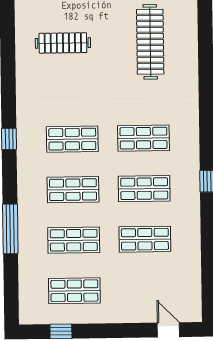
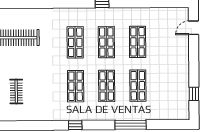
clothes rail: (63, 43) -> (16, 92), width x0.73
shop shelf: (74, 291) -> (169, 86), removed

